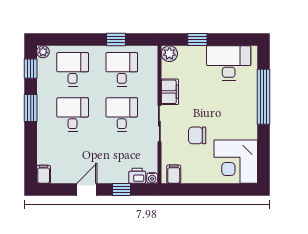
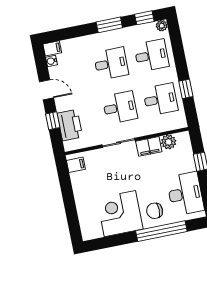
plant: (169, 54) -> (169, 142), moved
chair: (197, 135) -> (155, 211), moved, turned -90
corner desk: (236, 162) -> (120, 214), moved
printer: (137, 176) -> (70, 125), width x1.87, depth x1.48
water cooler: (152, 178) -> (51, 61), moved

